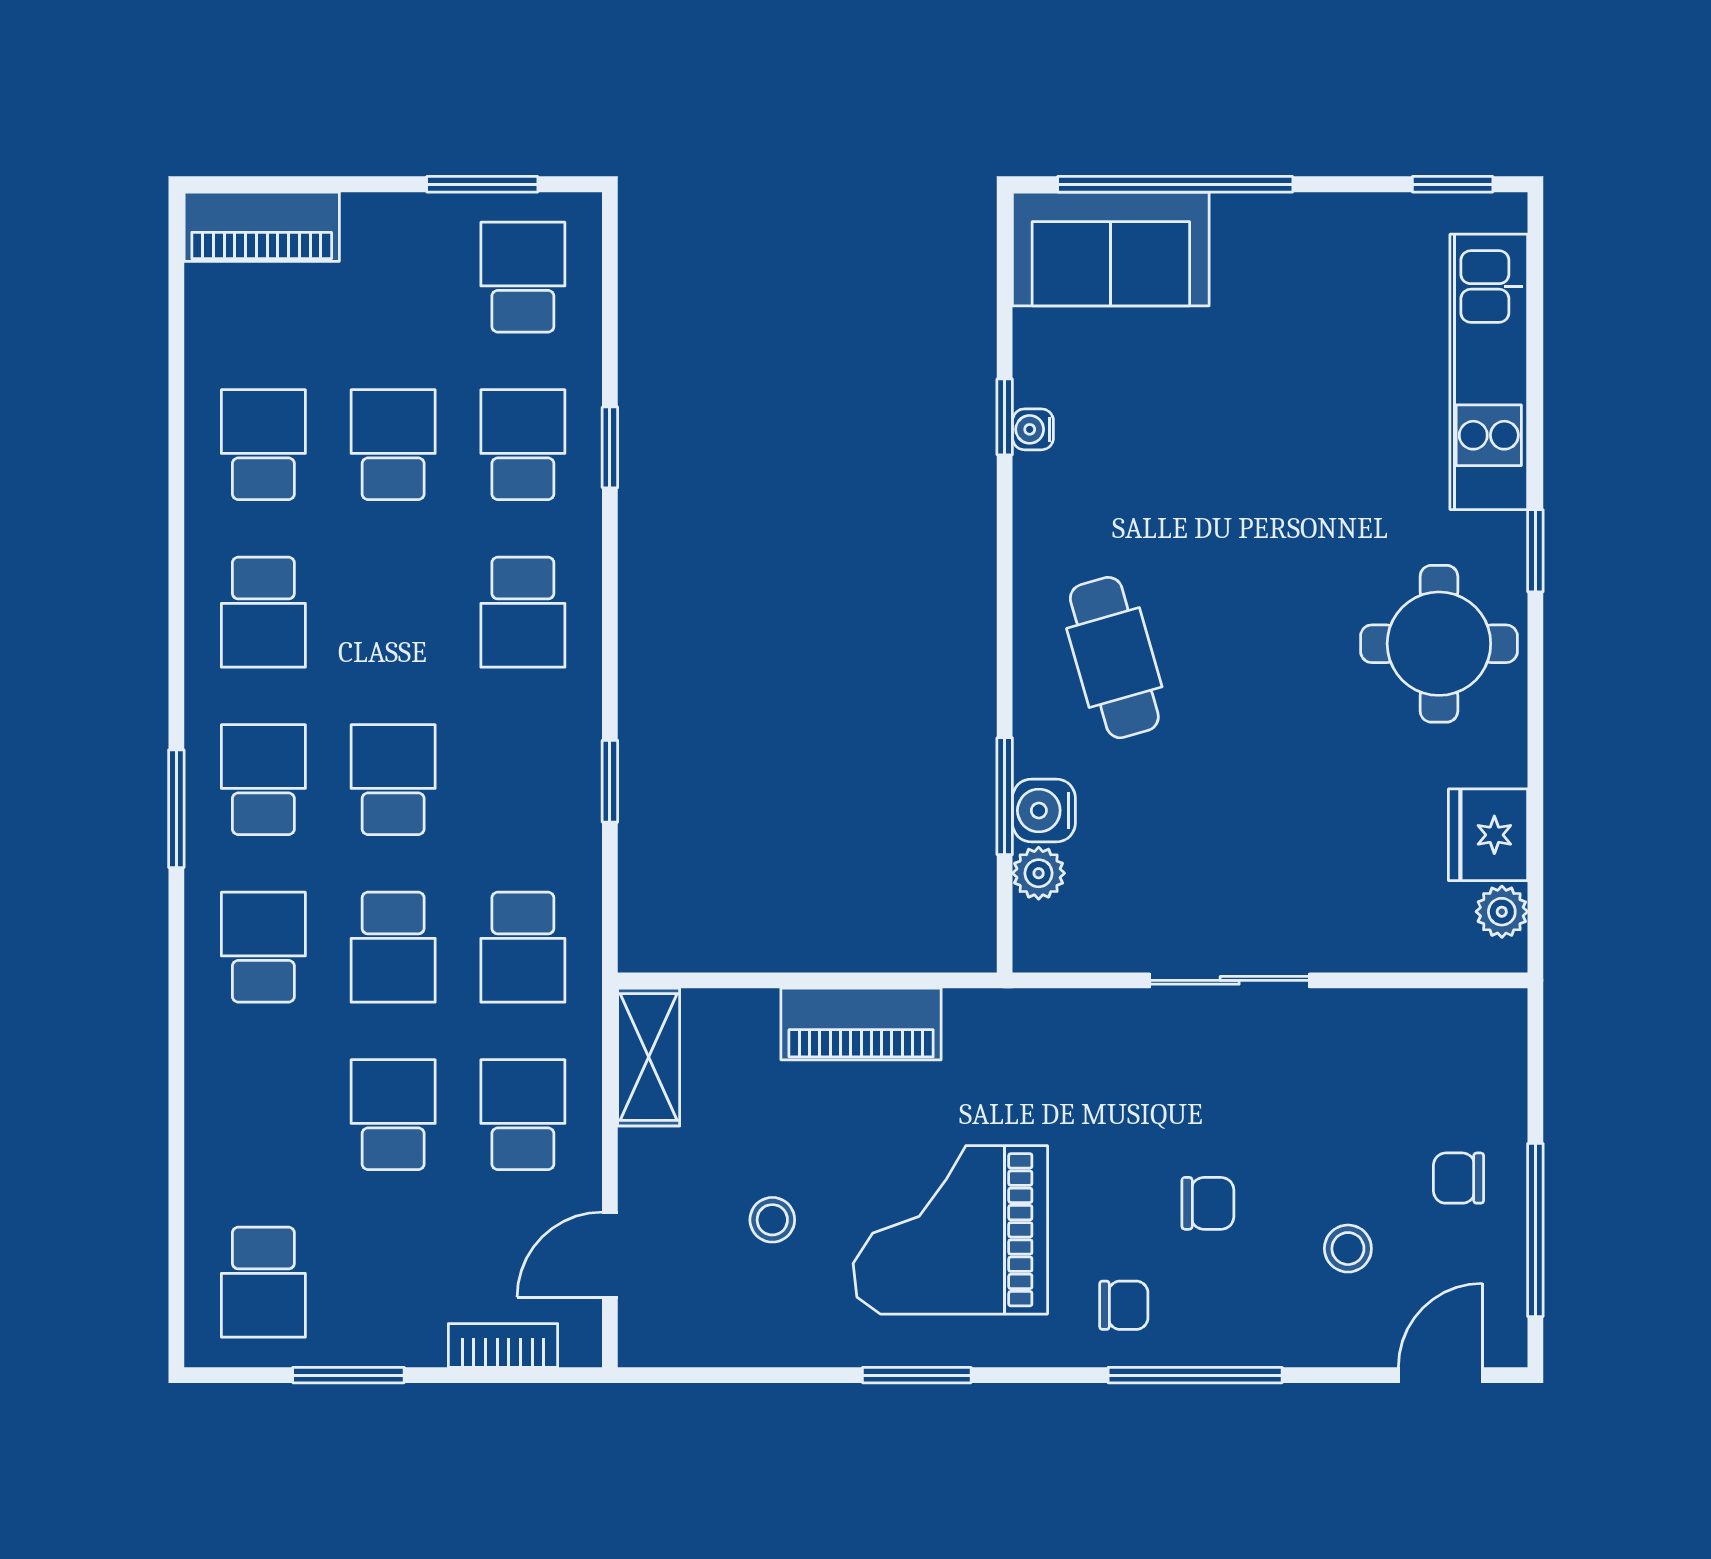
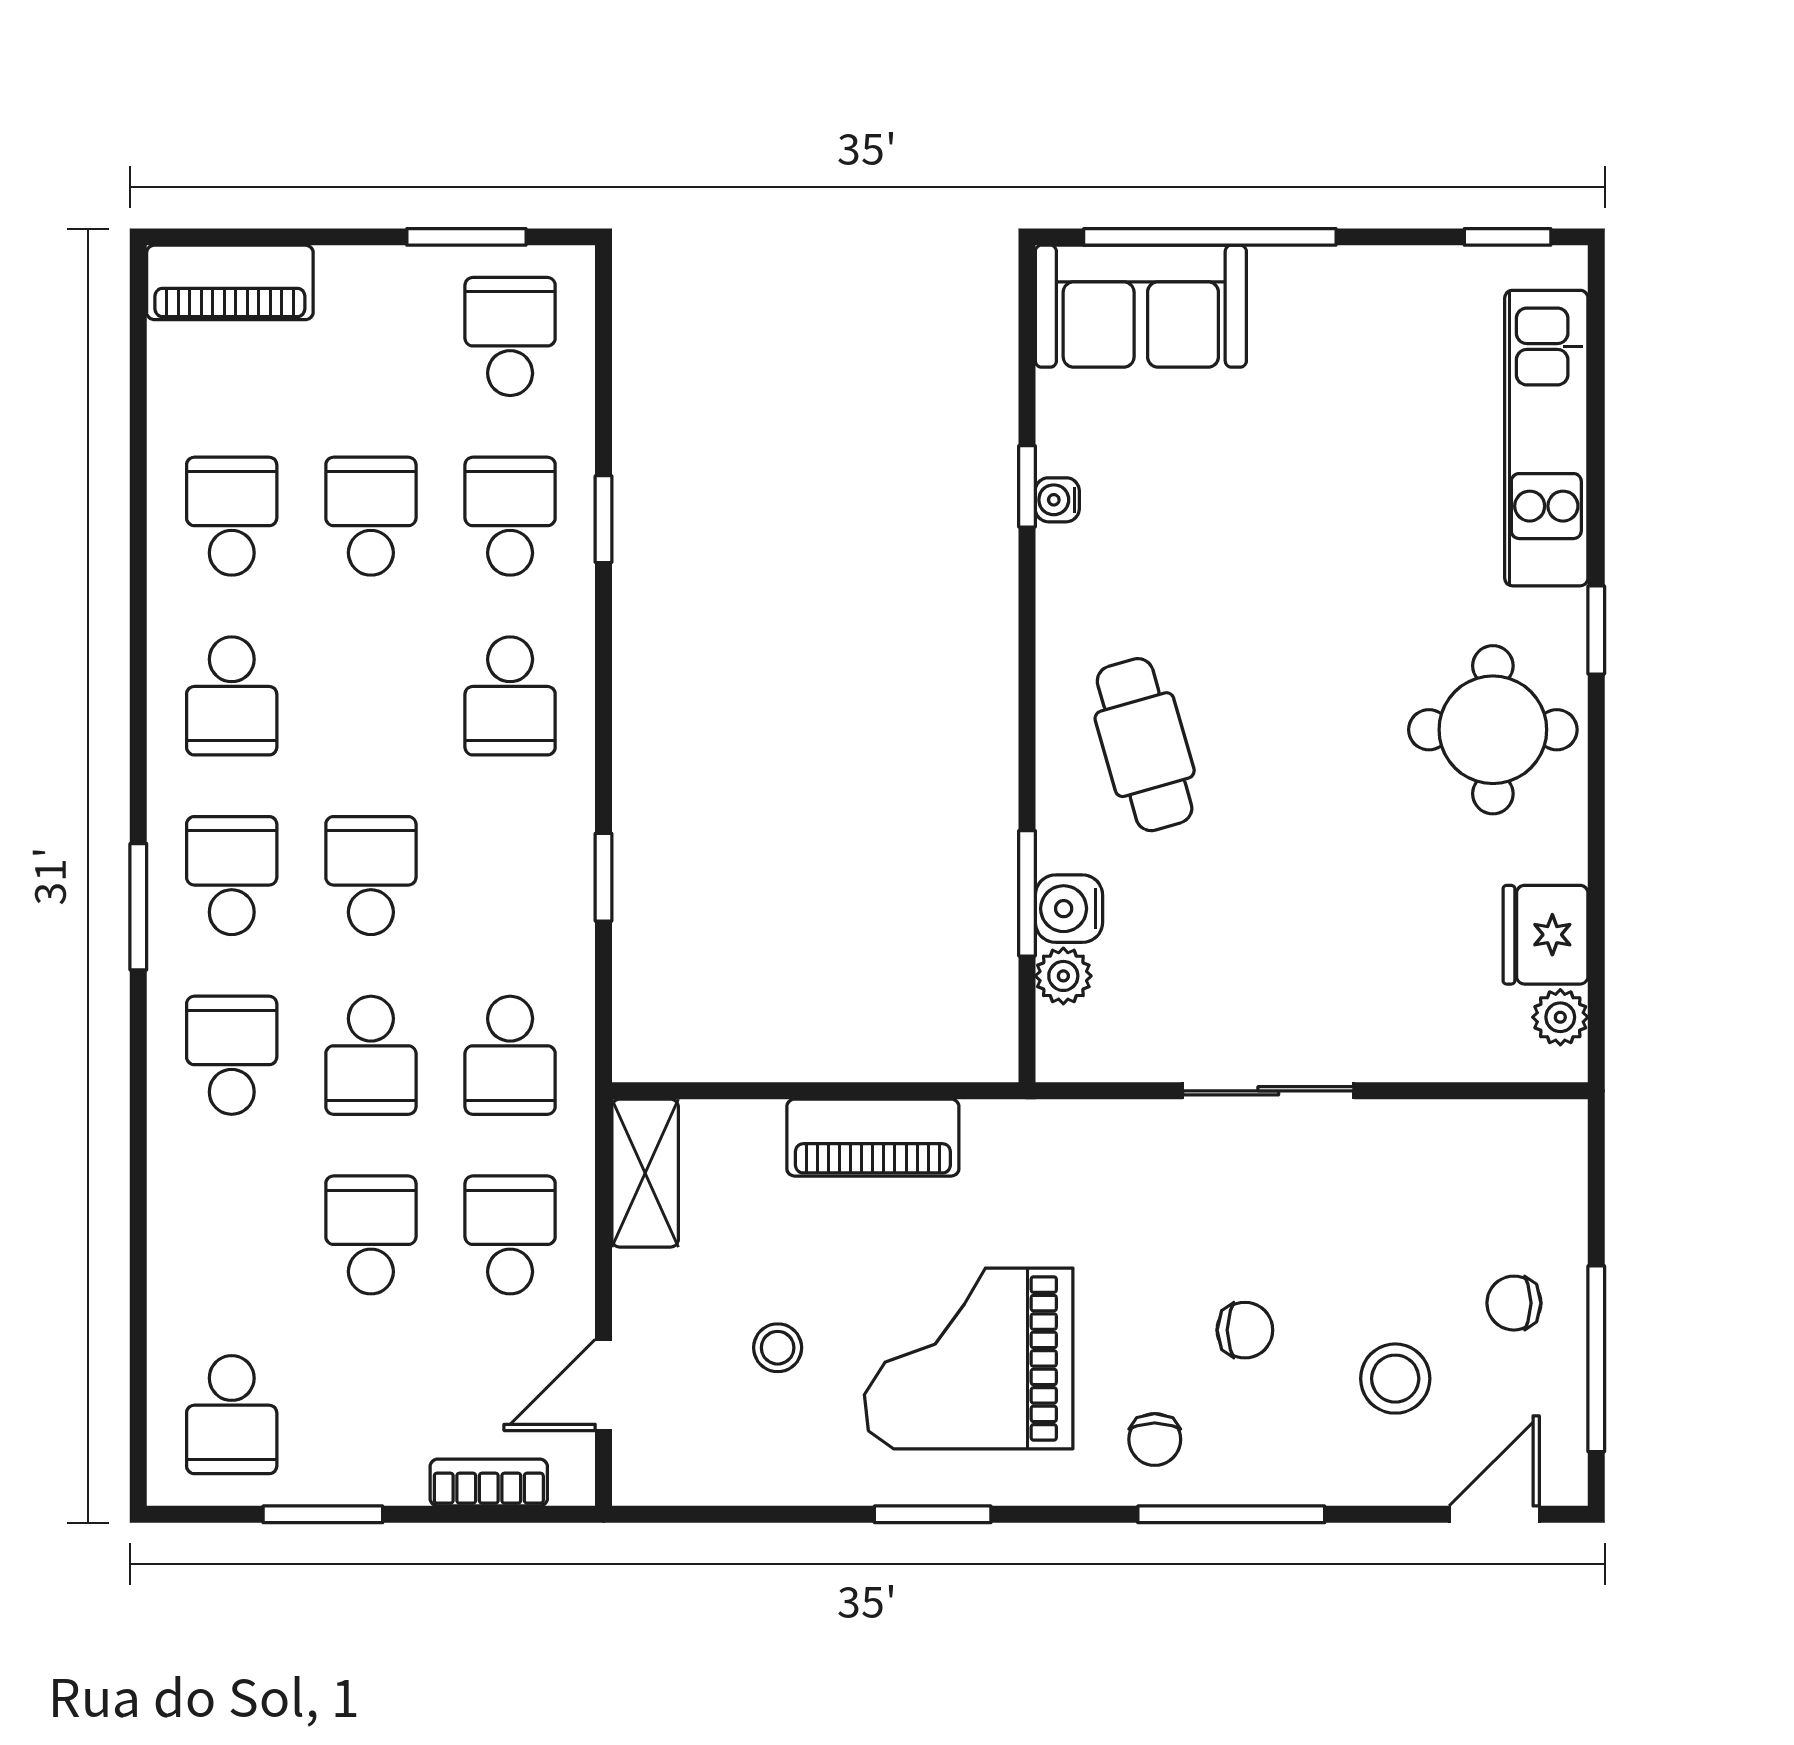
stool: (1348, 1249) -> (1395, 1379), width x1.37, depth x1.37
chair: (1124, 1305) -> (1155, 1439), turned 90

